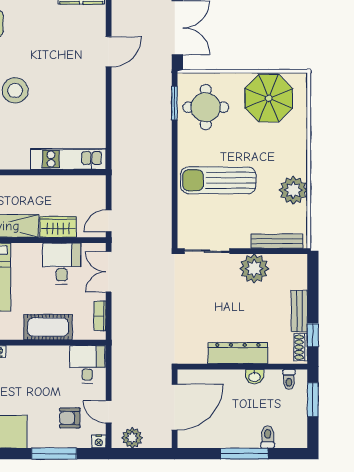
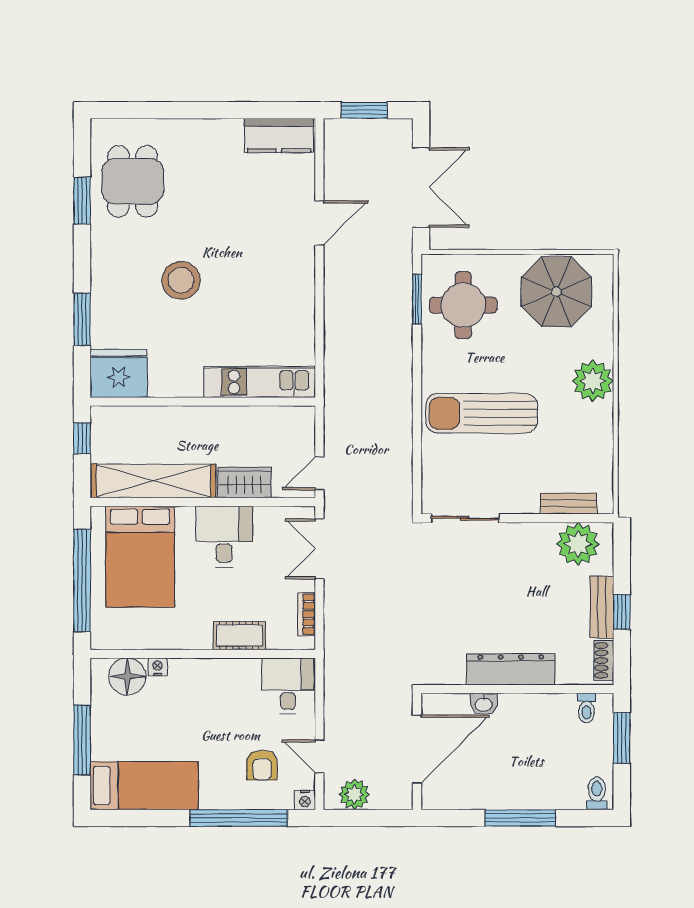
plant: (293, 190) -> (593, 381), moved
bench: (277, 241) -> (569, 504), width x0.73
desk: (62, 264) -> (224, 537), moved
plant: (254, 268) -> (578, 544), moved
cot: (48, 327) -> (239, 636), width x0.73, depth x0.75
window: (313, 335) -> (622, 612), moved
washbasin: (254, 377) -> (484, 704), moved
armchair: (70, 418) -> (262, 765), turned -90
toilet: (268, 437) -> (597, 793), moved
window: (54, 454) -> (239, 818), width x1.46

